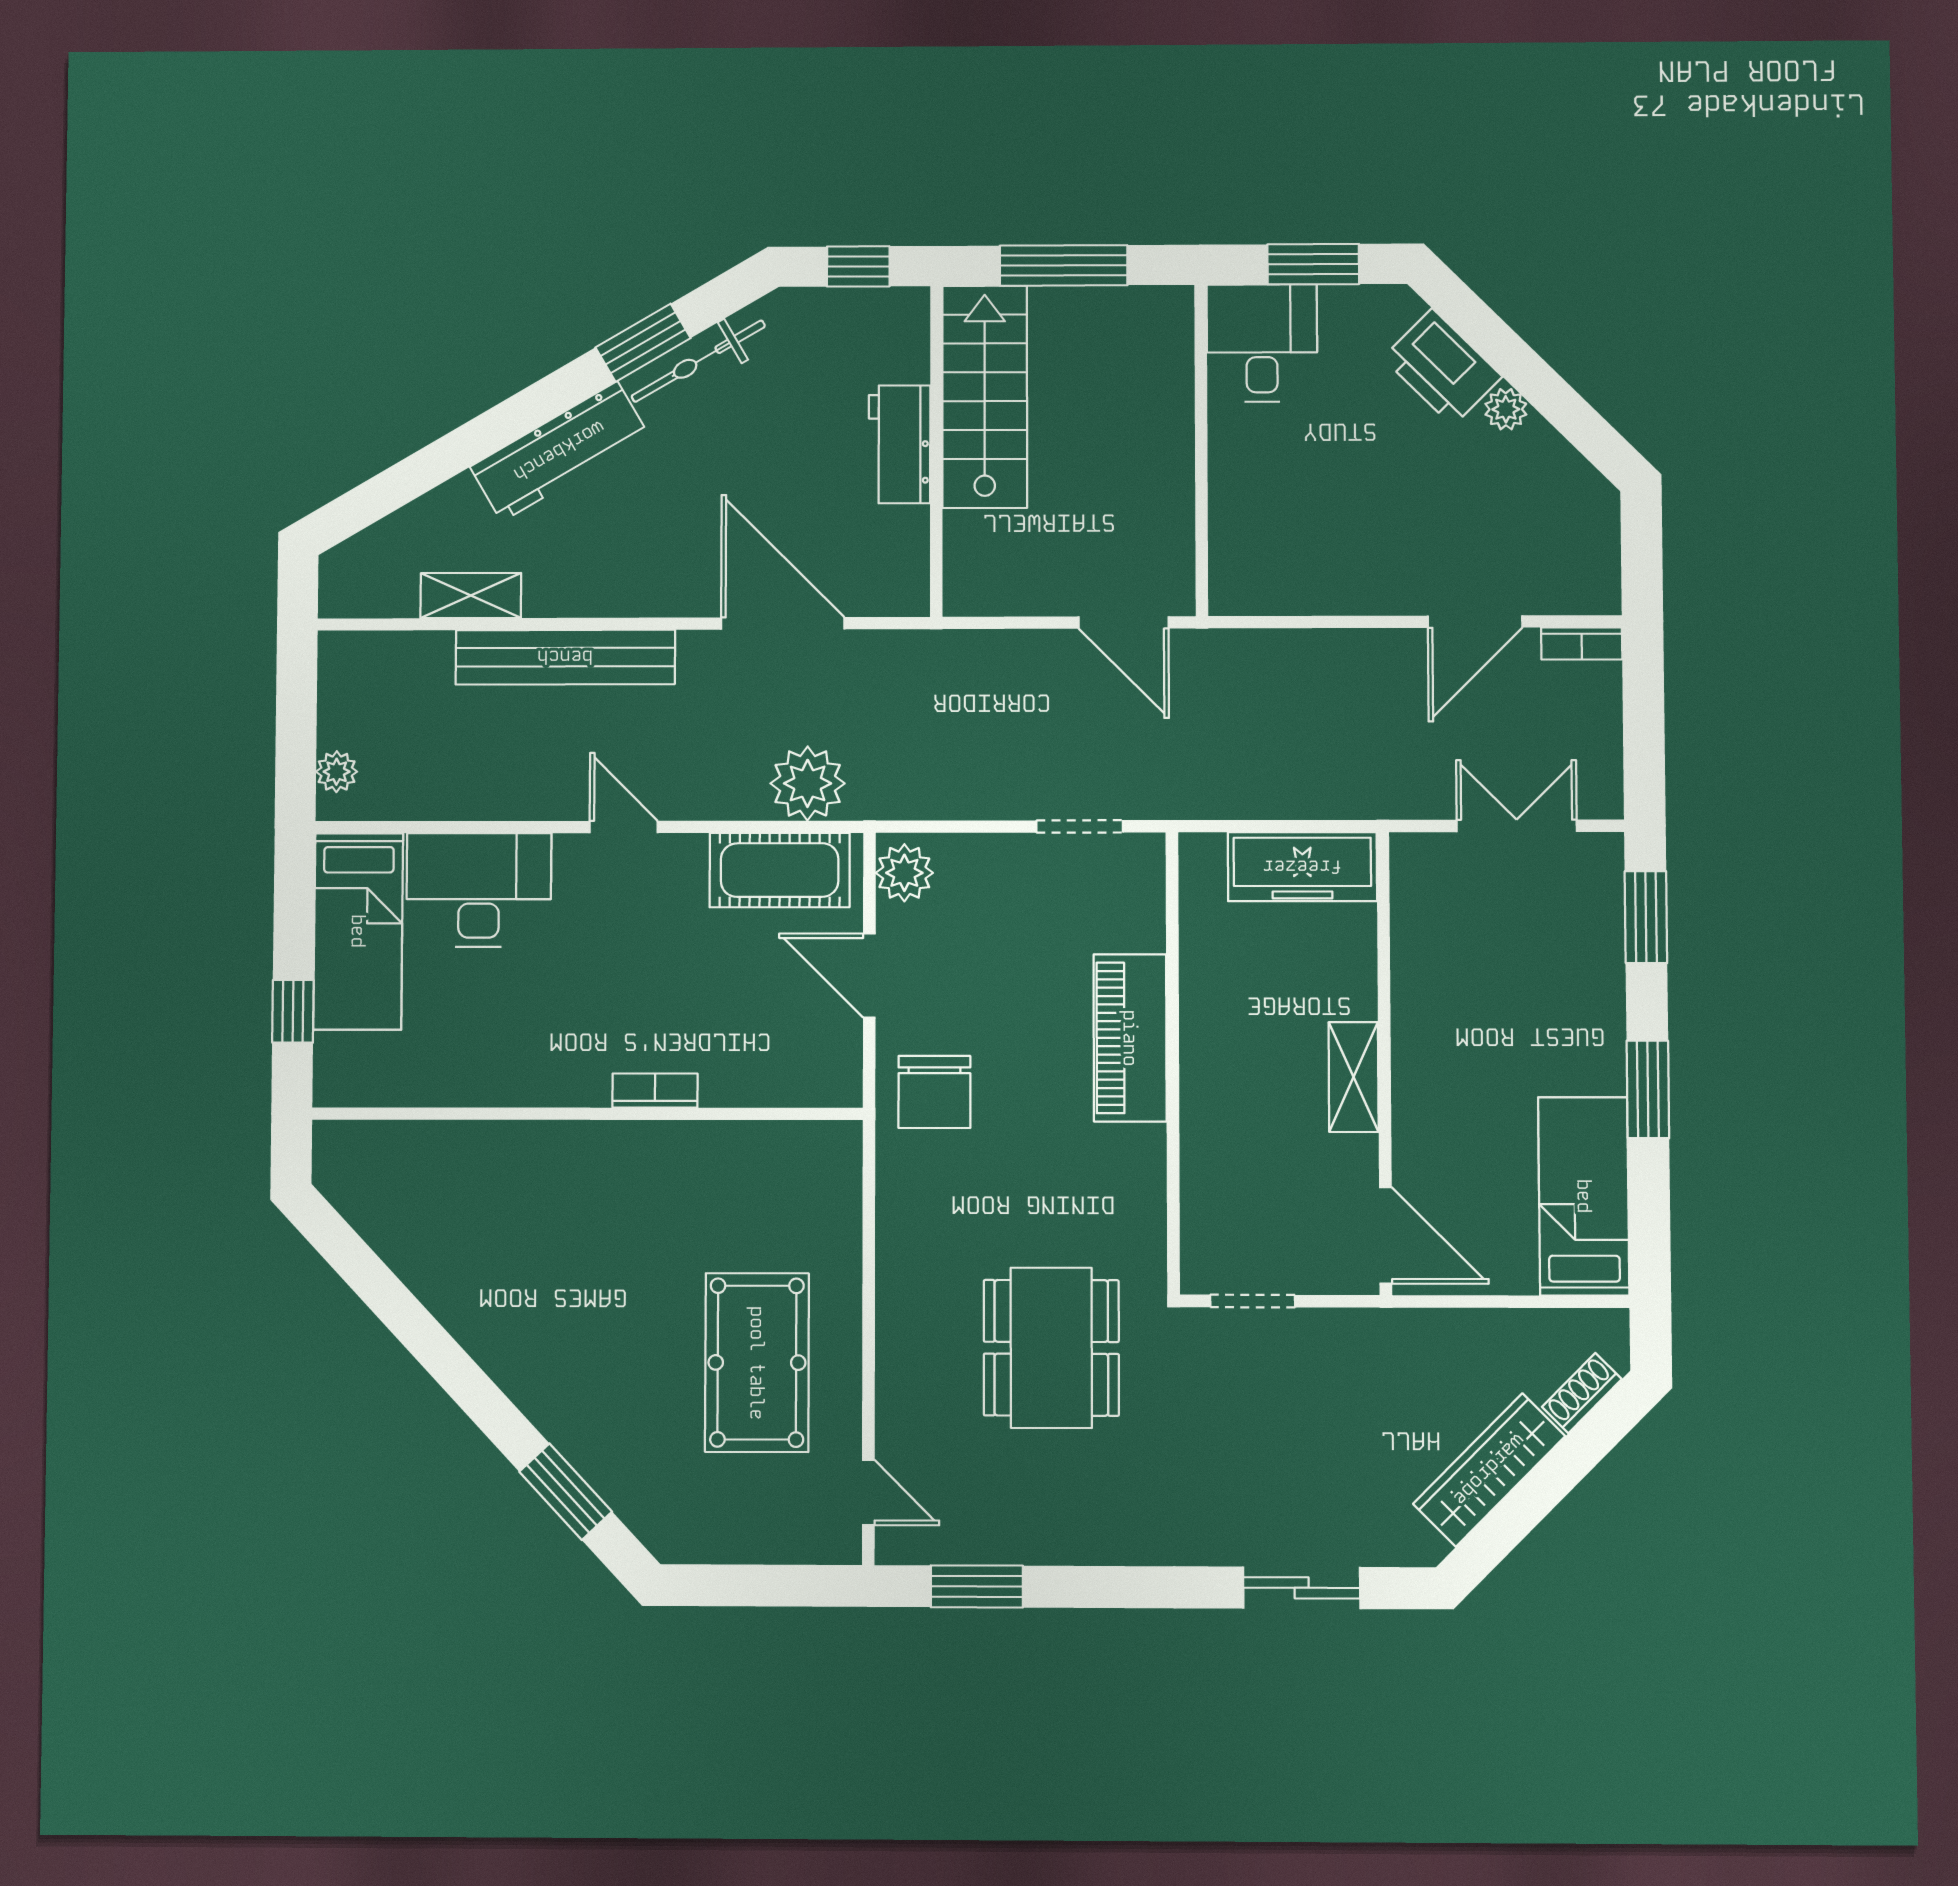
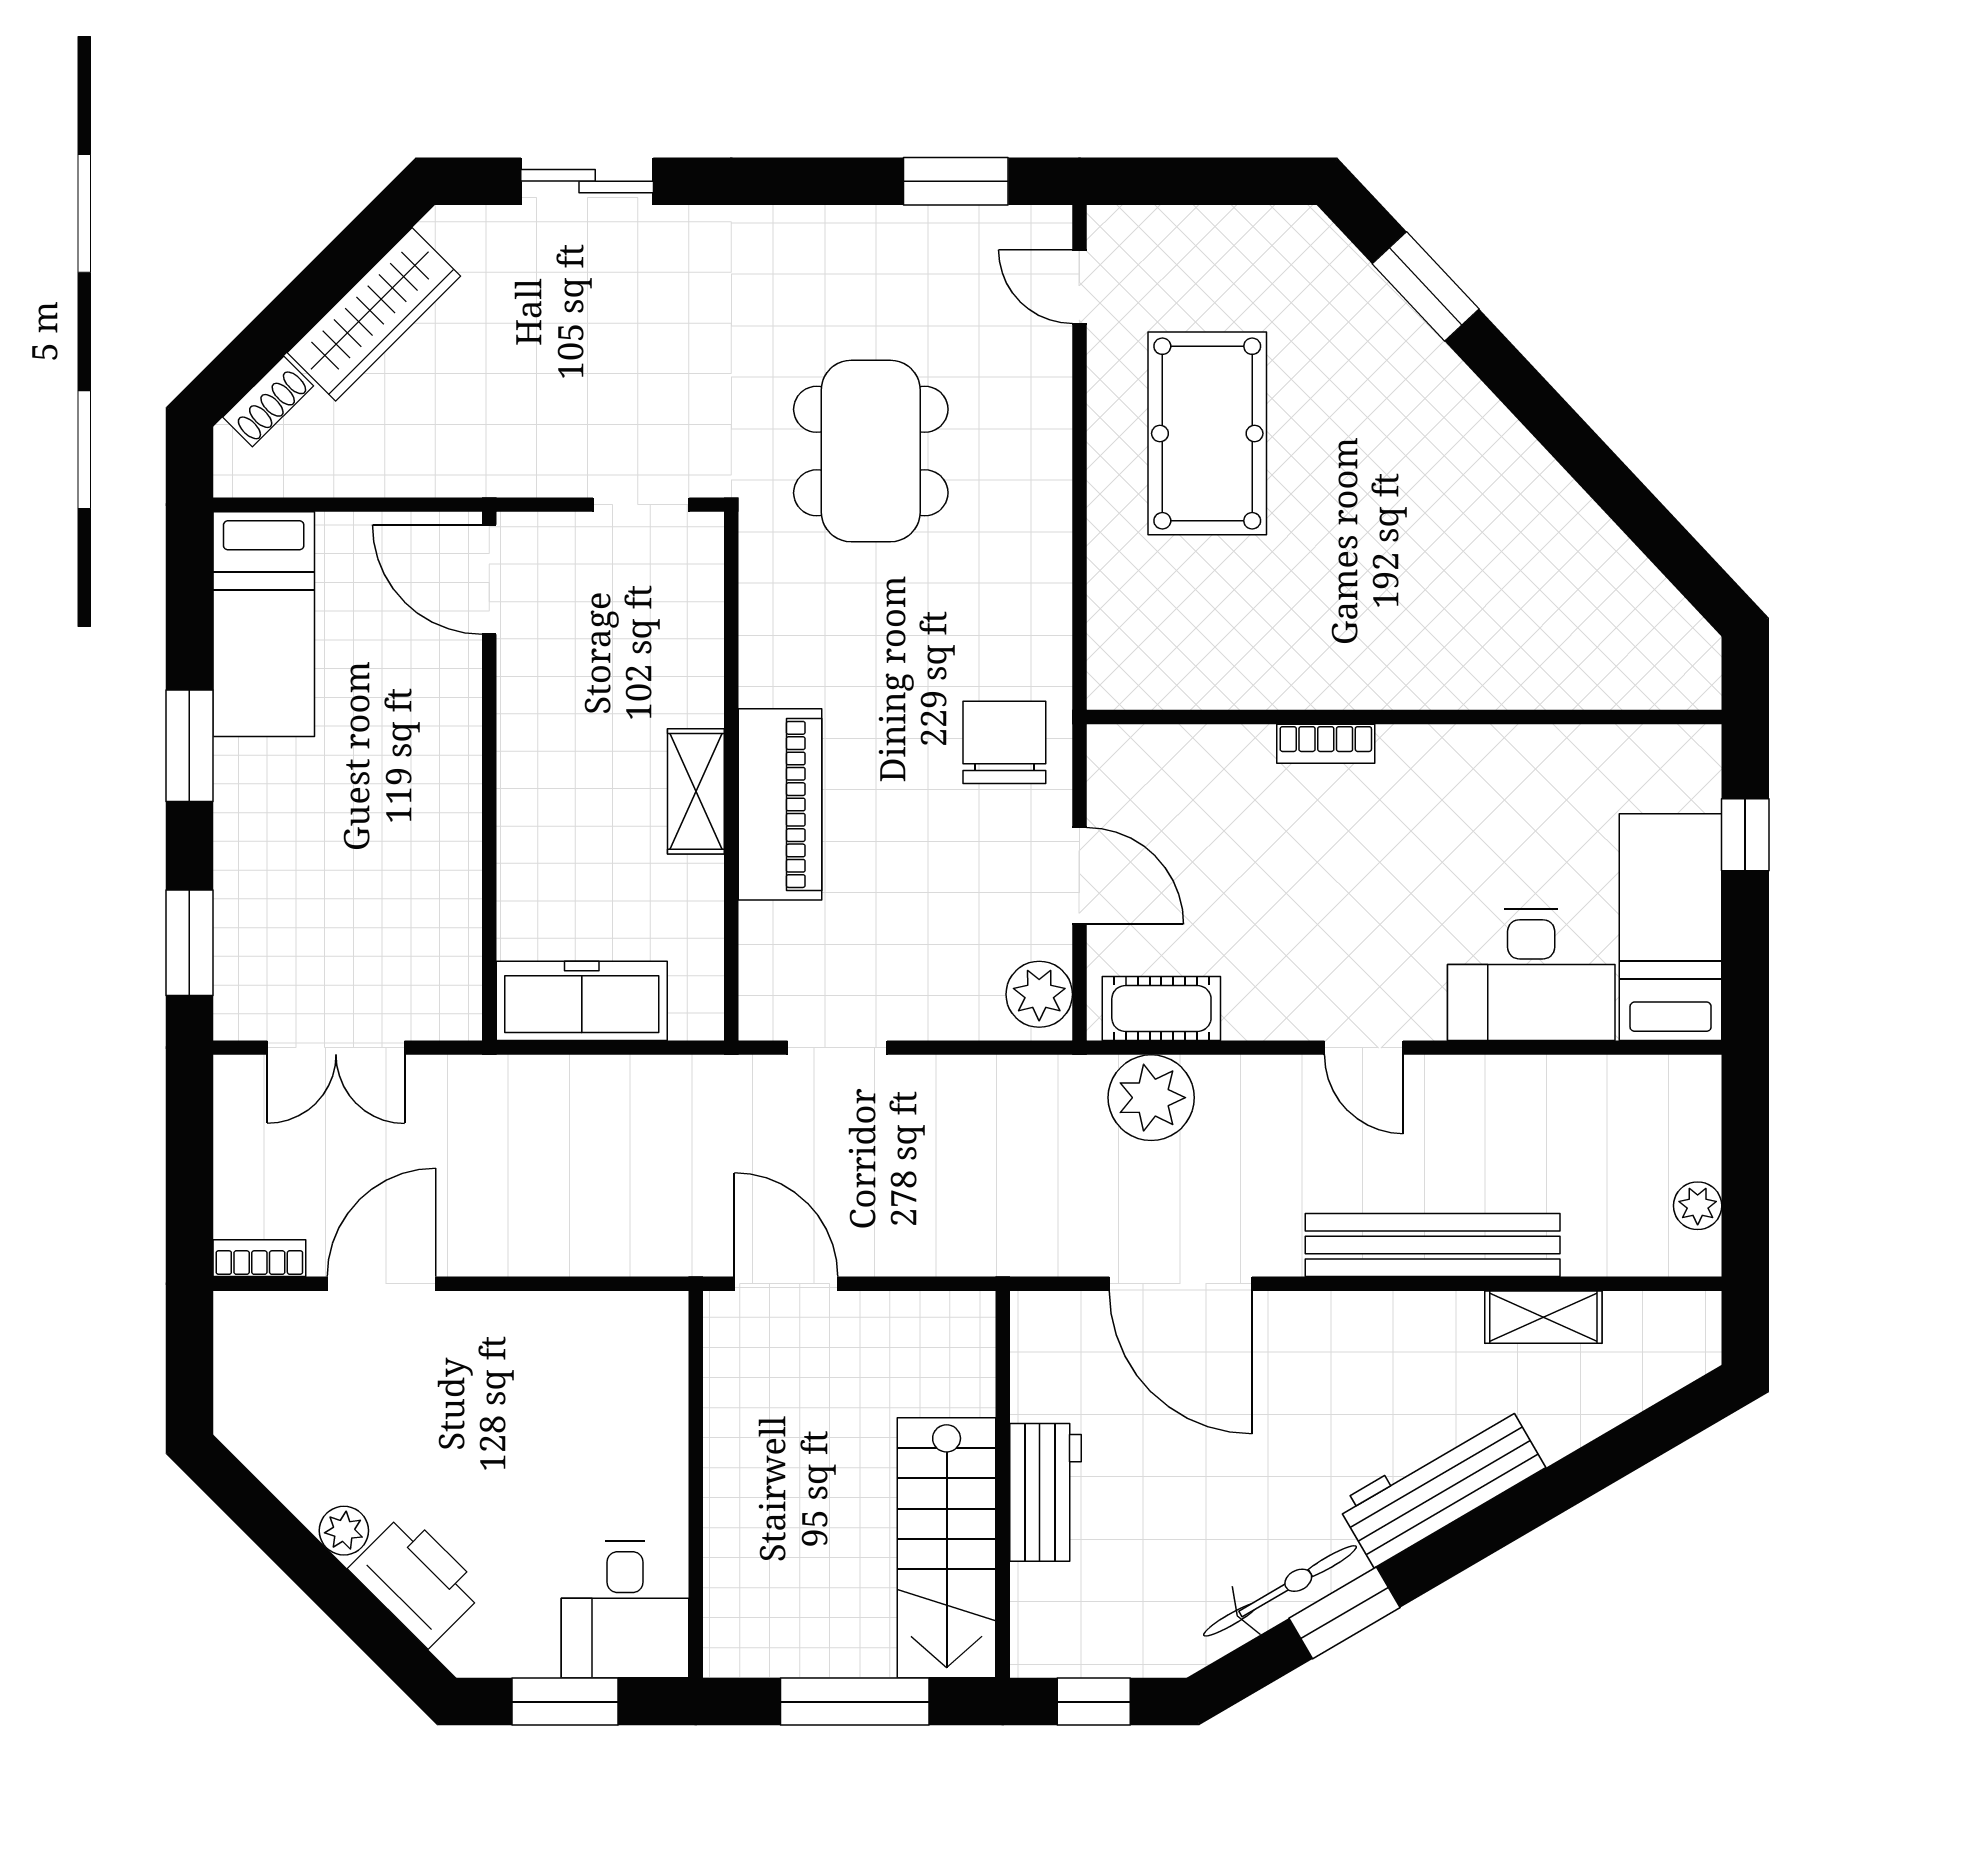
plant: (337, 772) -> (1698, 1206), moved
cot: (780, 870) -> (1161, 1008), width x0.73, depth x0.75
shelving: (1354, 1077) -> (696, 791), moved

